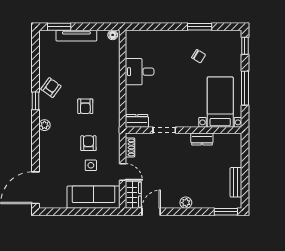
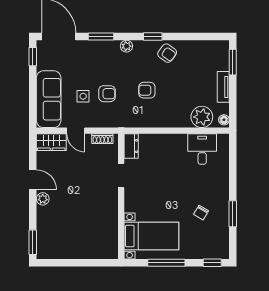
tv unit: (76, 36) -> (223, 87), width x0.71
plant: (110, 55) -> (202, 117), added
desk: (140, 72) -> (202, 149), moved
dresser: (202, 139) -> (112, 216), removed
window: (36, 149) -> (101, 36), added
door: (123, 172) -> (76, 131), hinge flipped
bench: (236, 182) -> (65, 253), removed
window: (54, 212) -> (33, 57), added
door: (151, 212) -> (33, 180), moved

